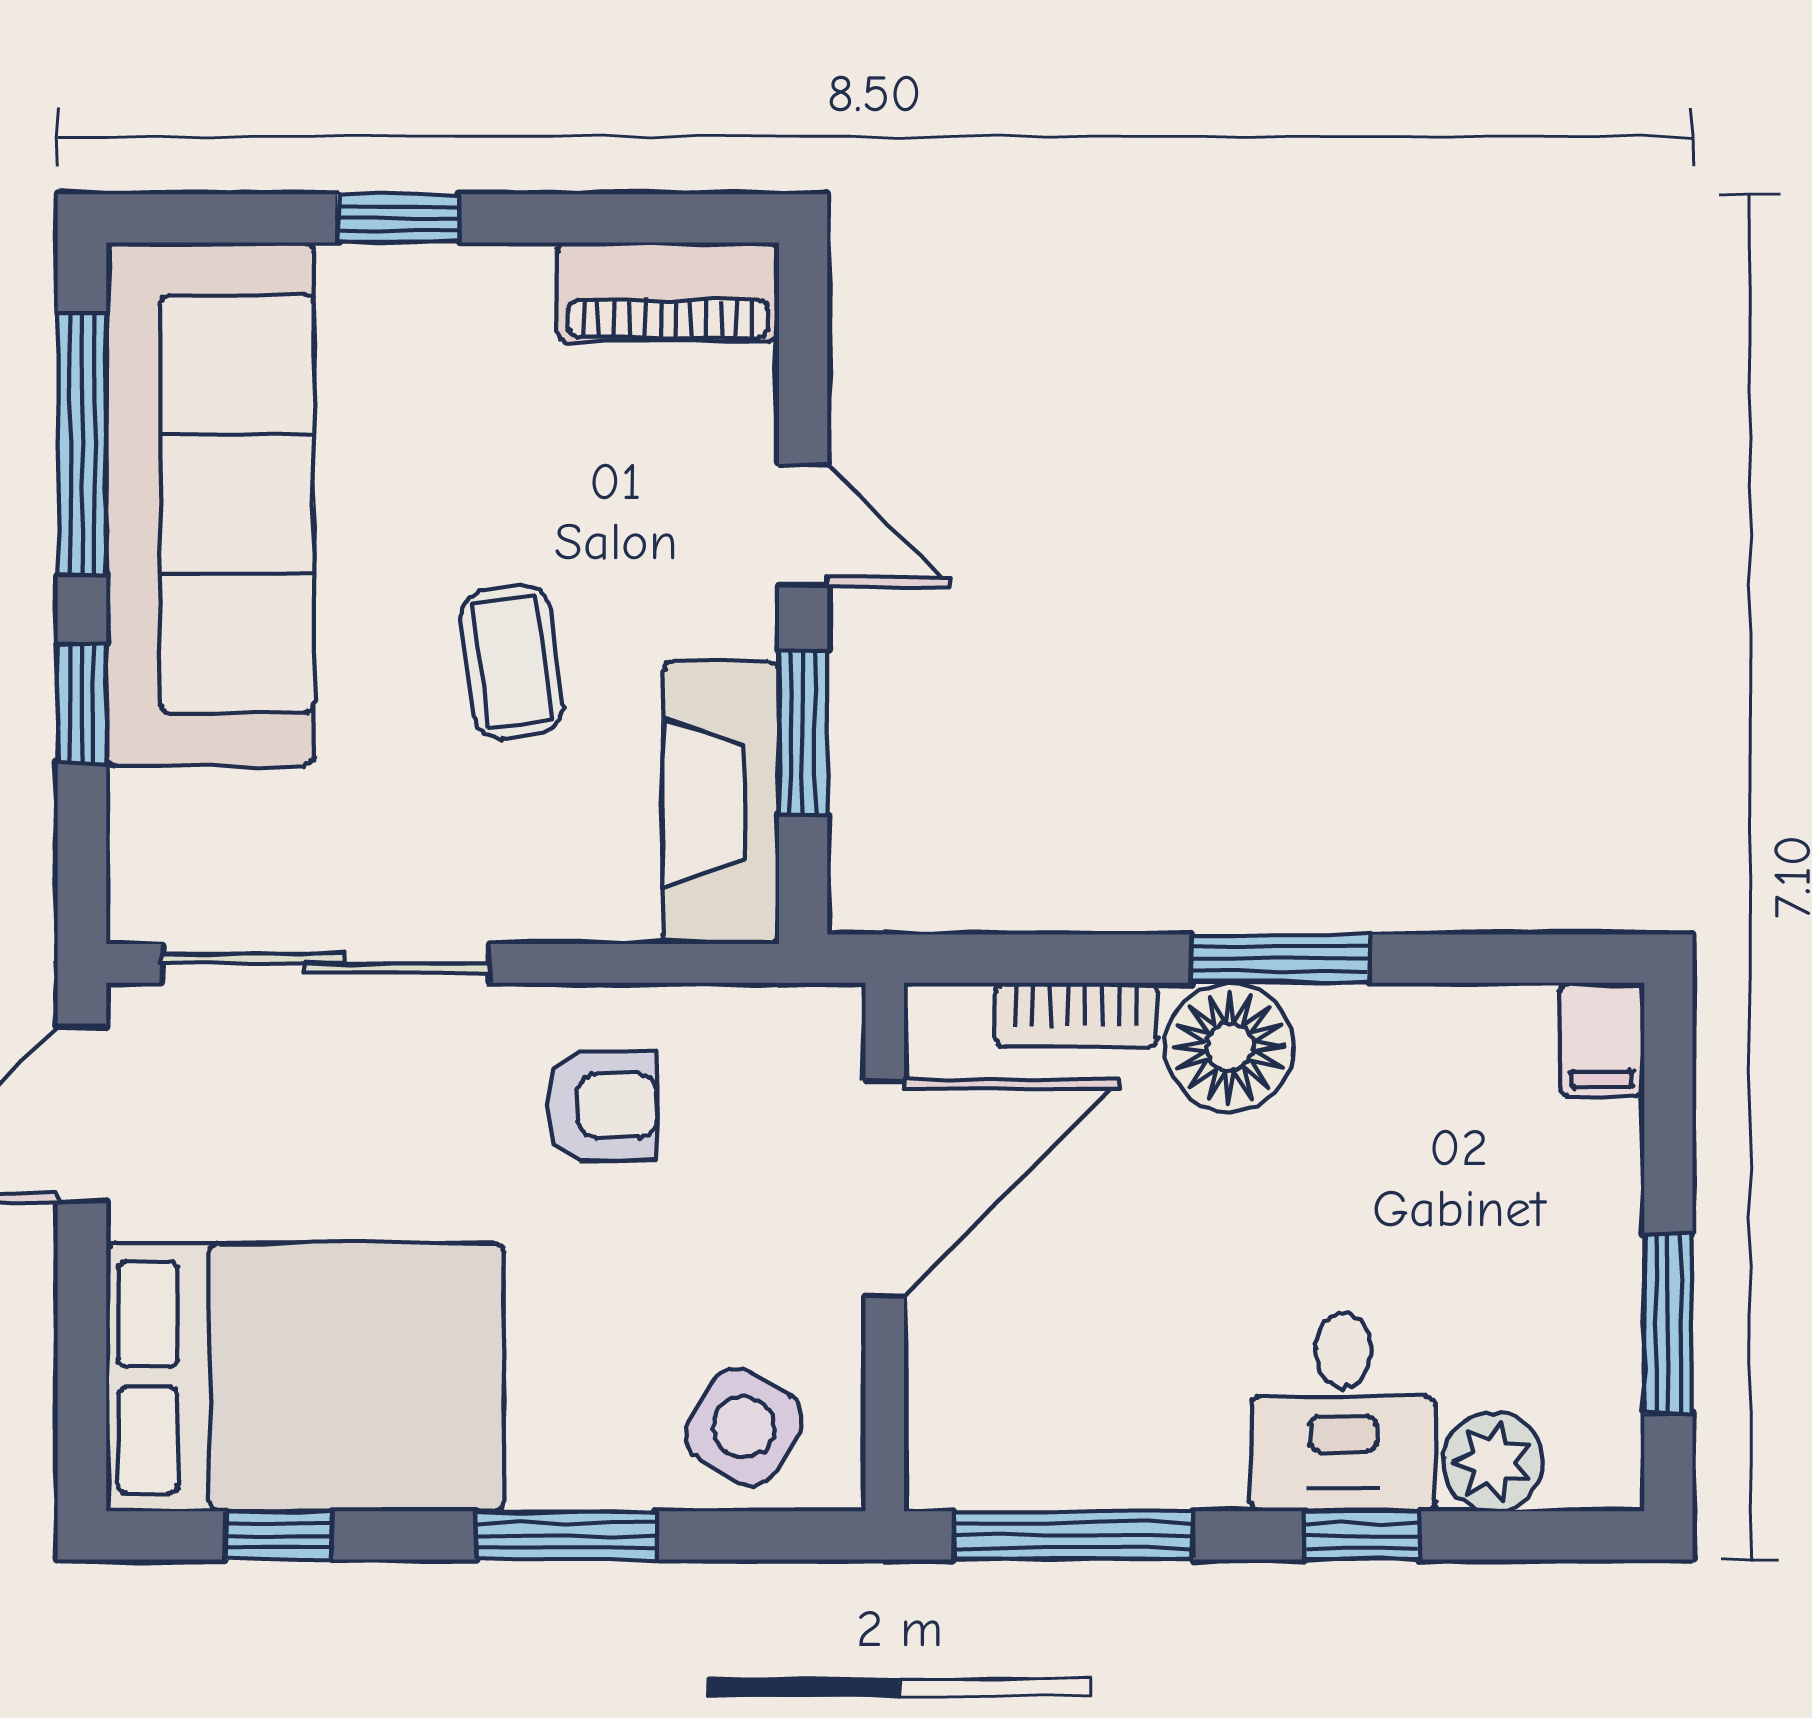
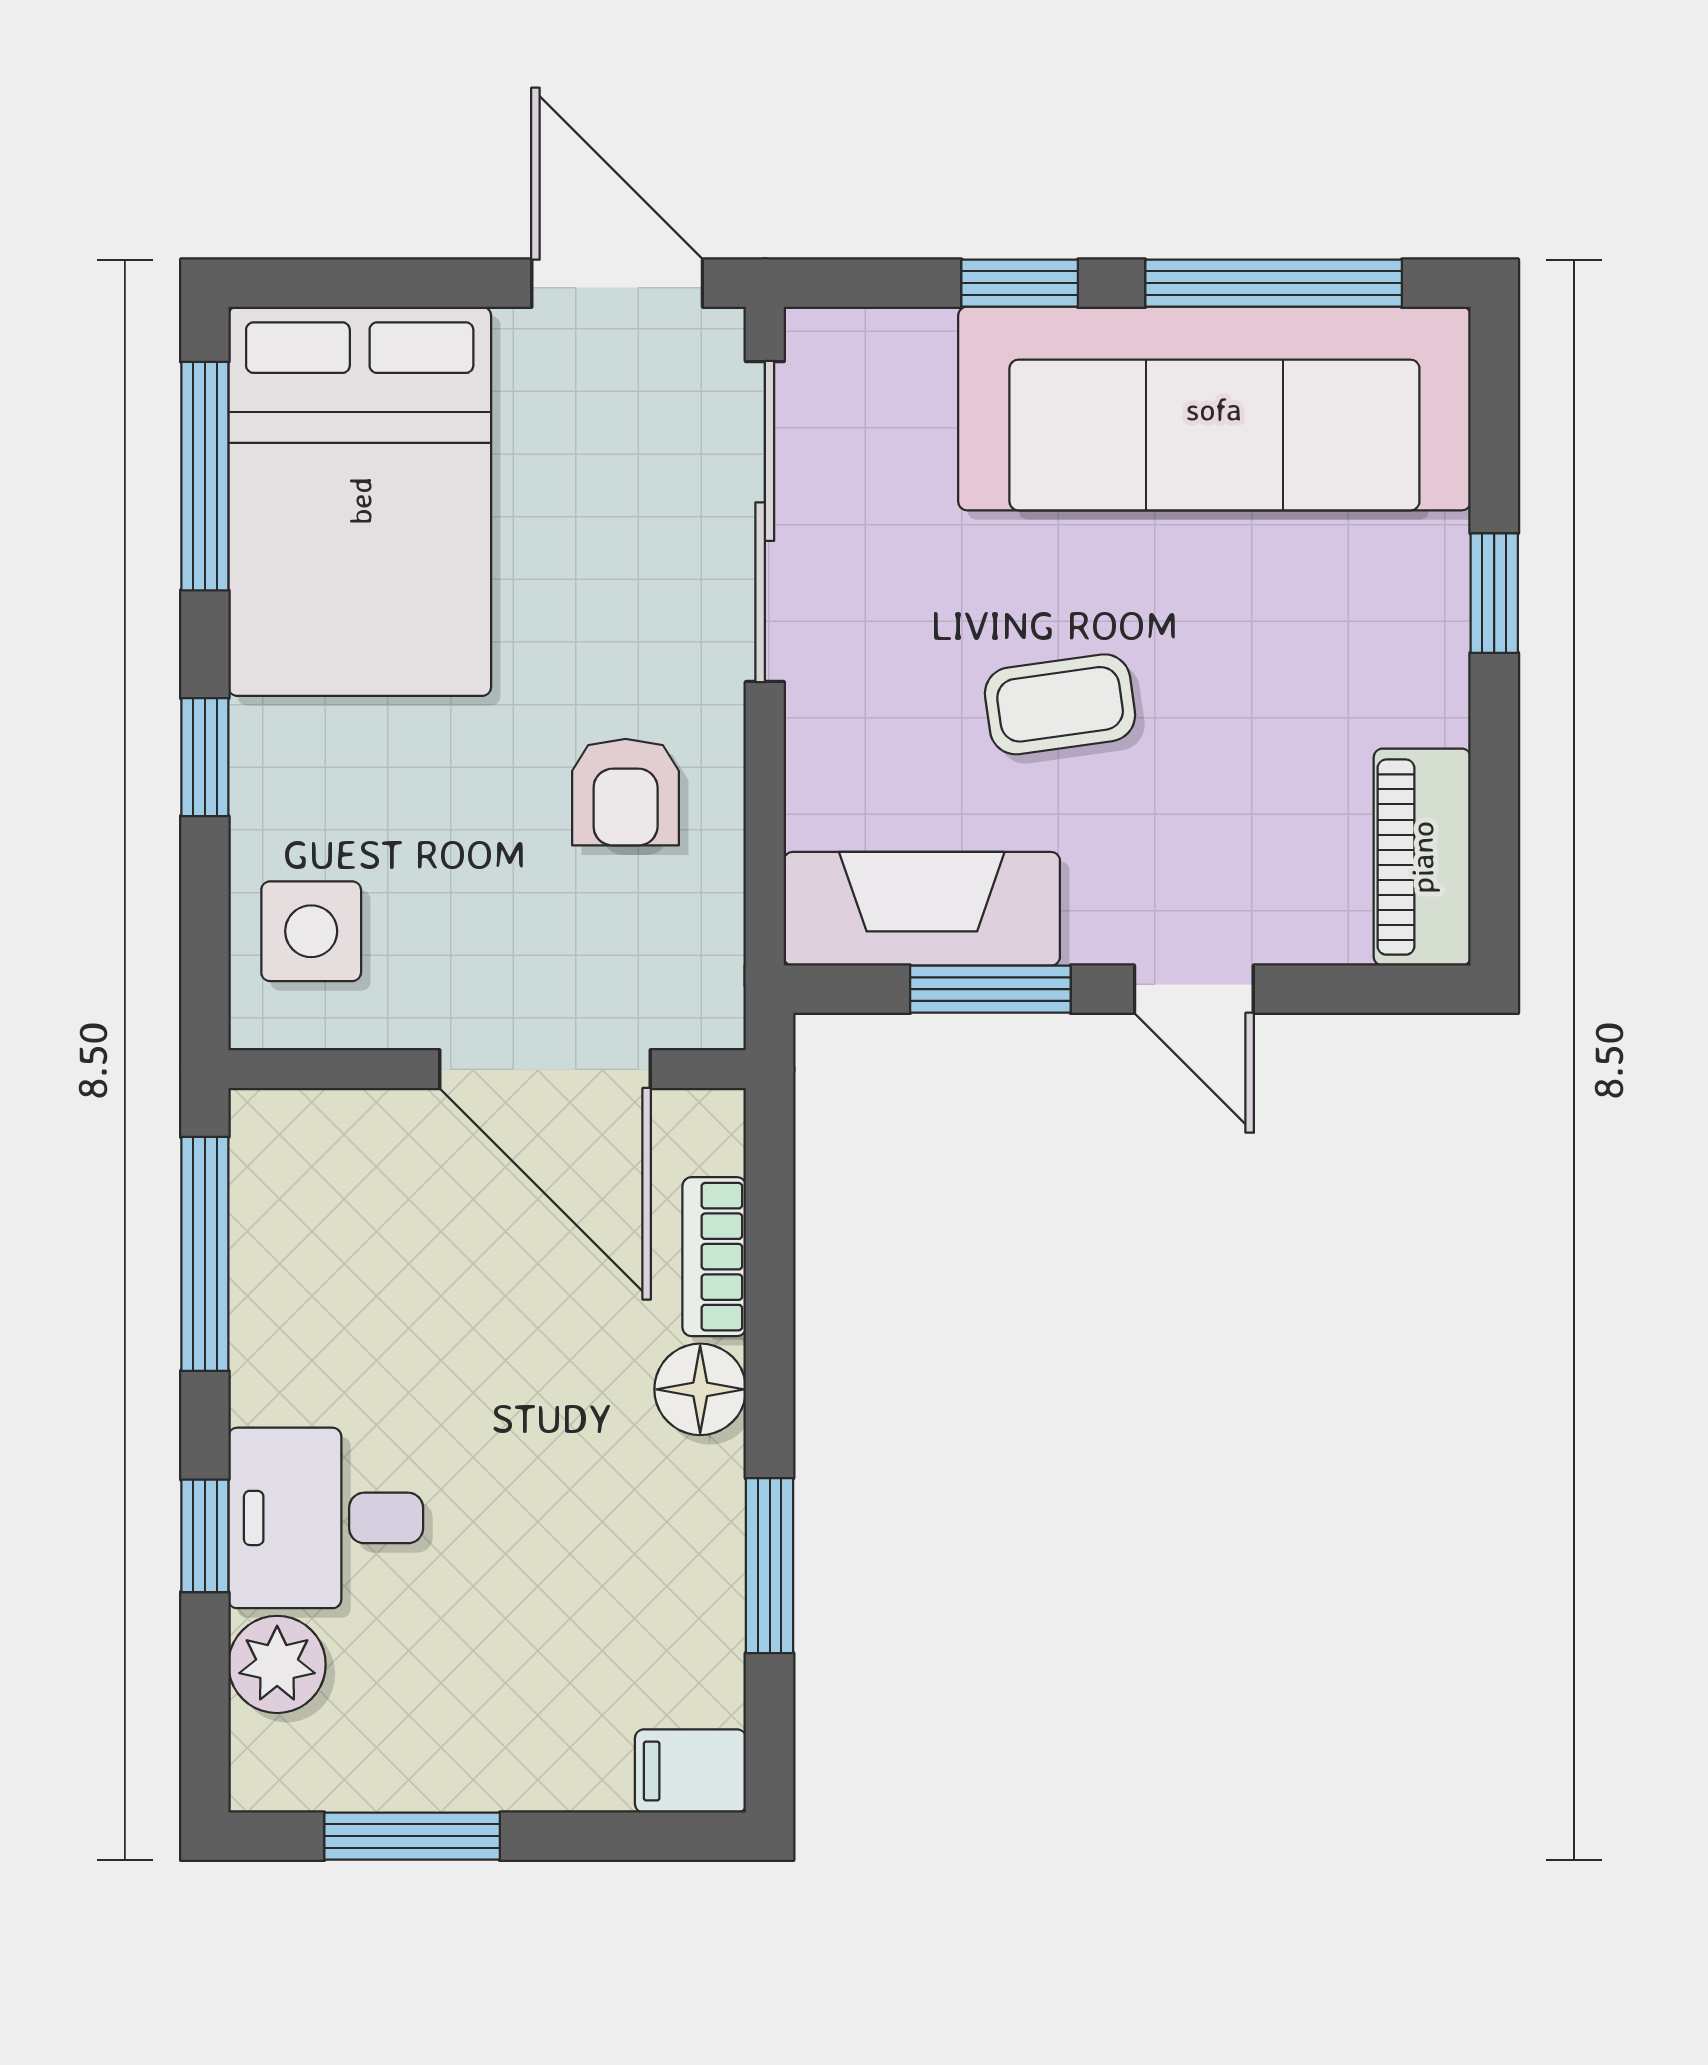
door: (803, 525) -> (1194, 989), hinge flipped
window: (1280, 959) -> (770, 1566), moved
floor lamp: (1229, 1047) -> (700, 1389), width x0.73, depth x0.73
side table: (744, 1427) -> (311, 931), turned -31
window: (279, 1535) -> (205, 476), width x2.17
window: (566, 1535) -> (205, 757), width x0.67

